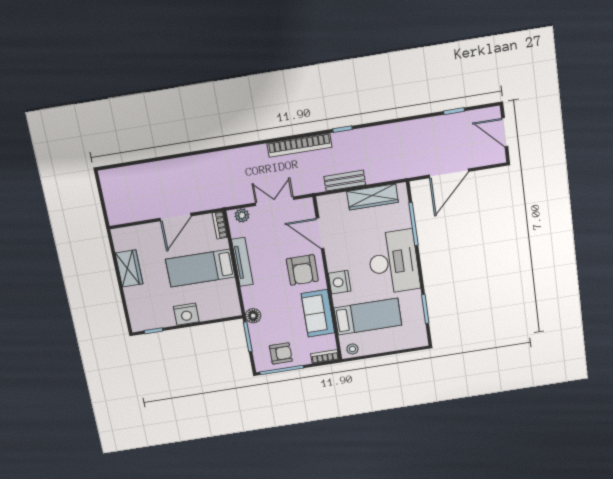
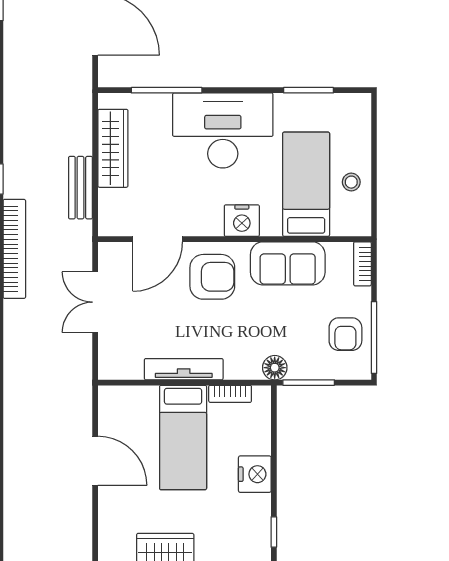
plant: (242, 215) -> (109, 357), removed
bookcase: (220, 225) -> (230, 394), moved
stool: (352, 349) -> (351, 182), moved
armchair: (281, 353) -> (345, 334), turned 180

